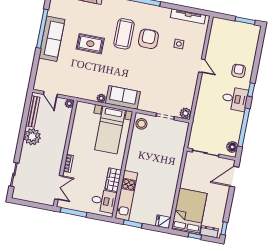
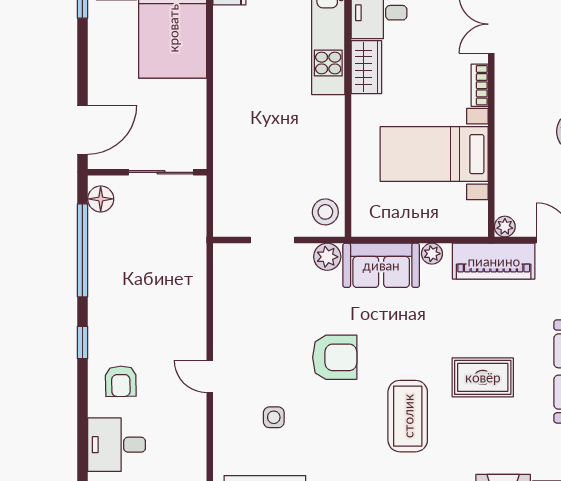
armchair: (148, 39) -> (335, 357), moved, turned -90
piano: (77, 90) -> (494, 261), added
desk: (235, 99) -> (117, 445), moved
plant: (185, 113) -> (327, 257), moved
bed with nightstands: (110, 130) -> (434, 154), moved, turned -90

